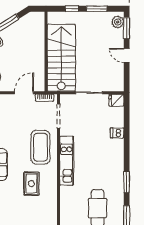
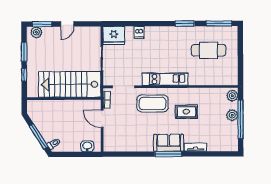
fridge: (116, 100) -> (114, 36), width x1.88, depth x1.34

